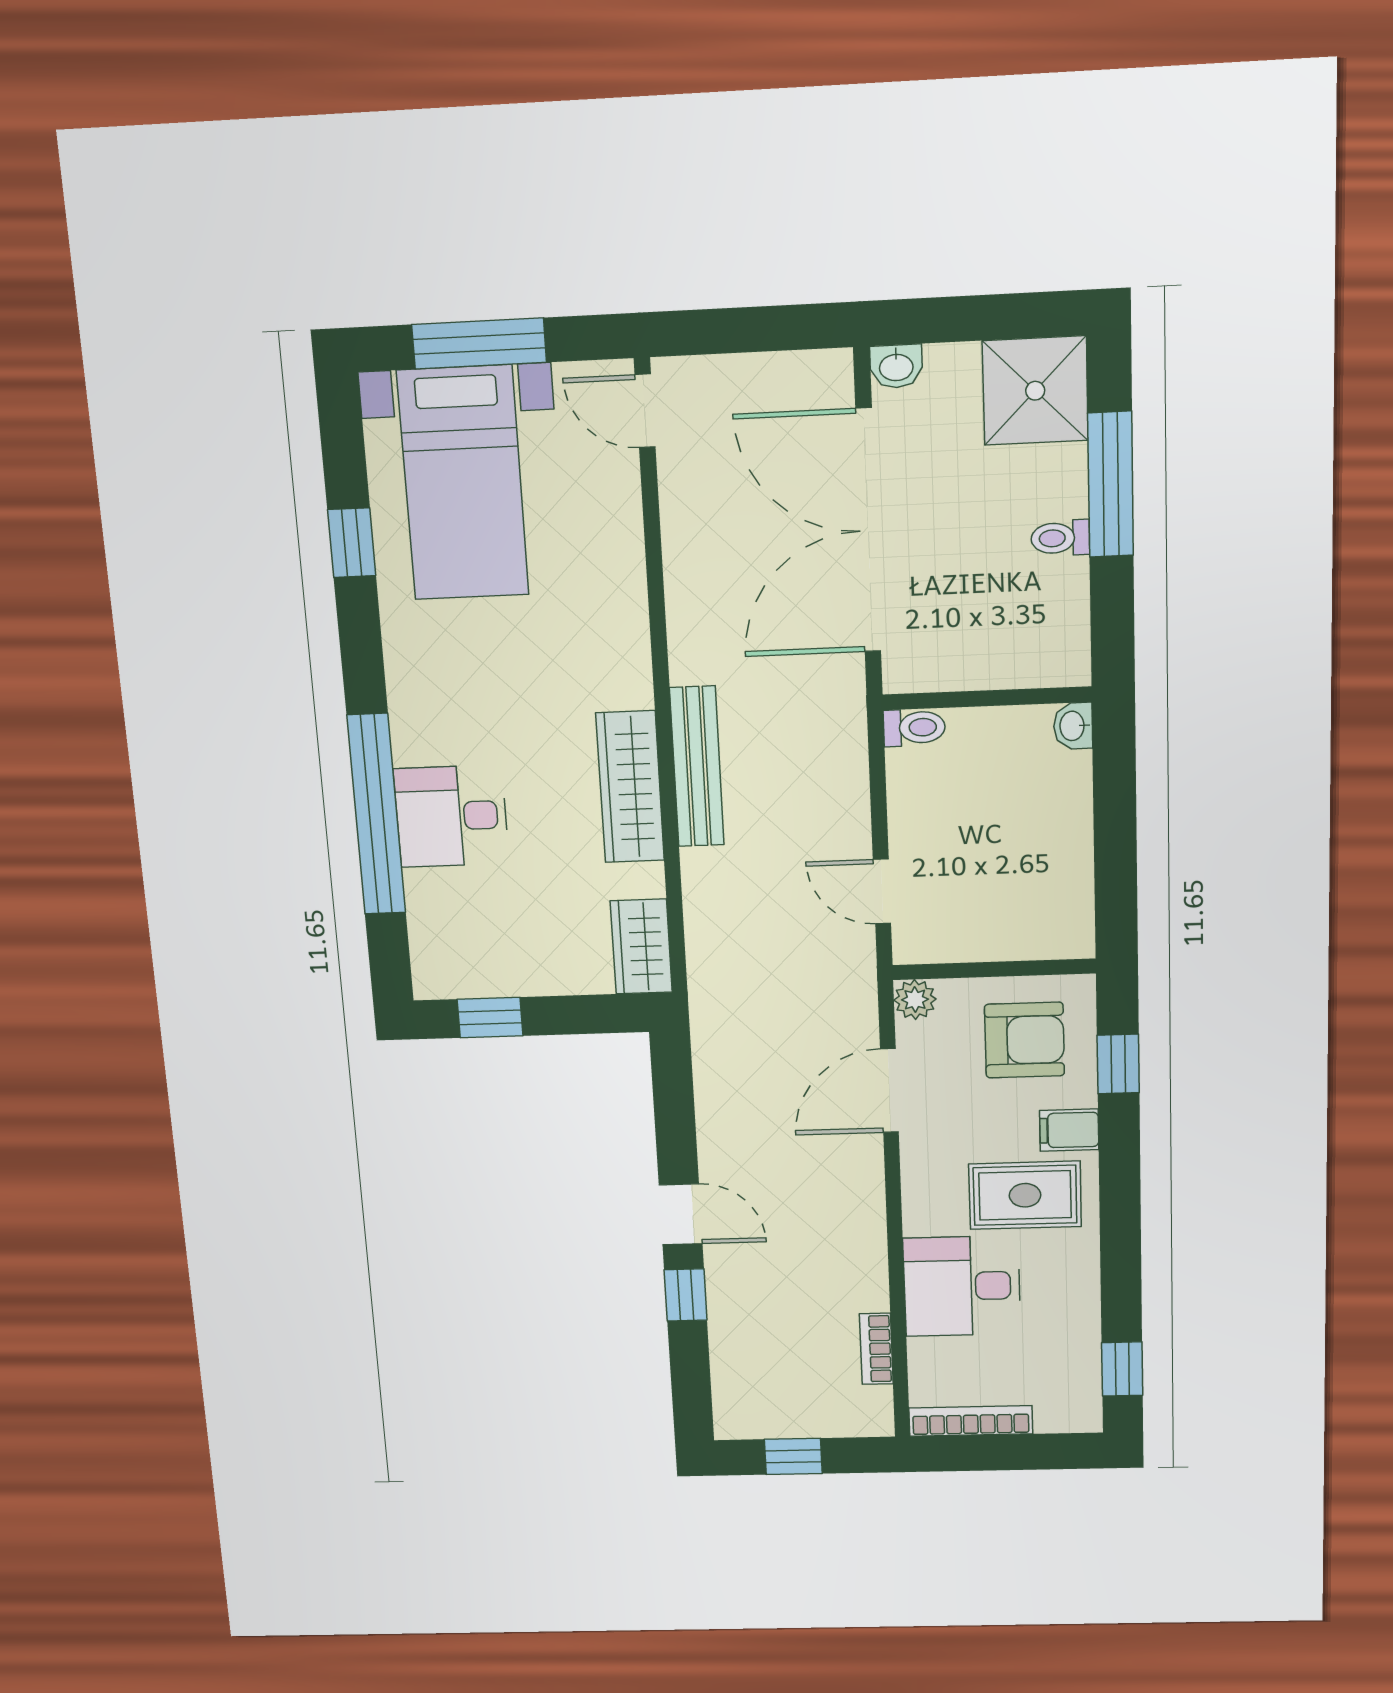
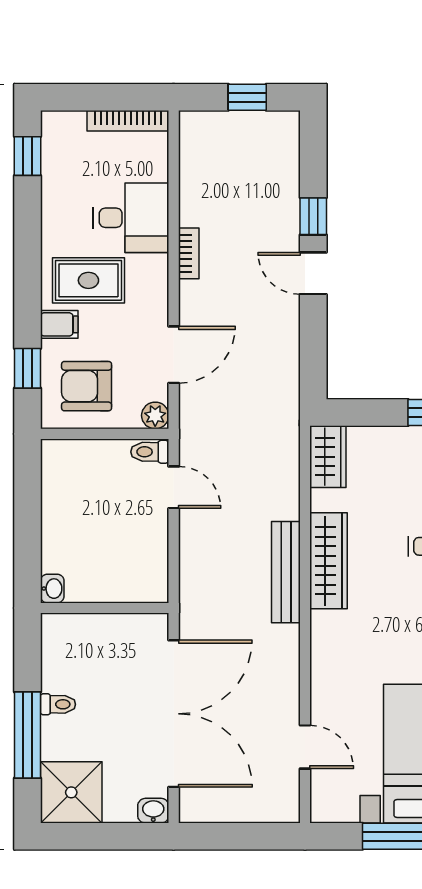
door: (645, 411) -> (305, 747), moved
toilet: (914, 728) -> (150, 452), moved
bookcase: (876, 1349) -> (189, 253), moved

